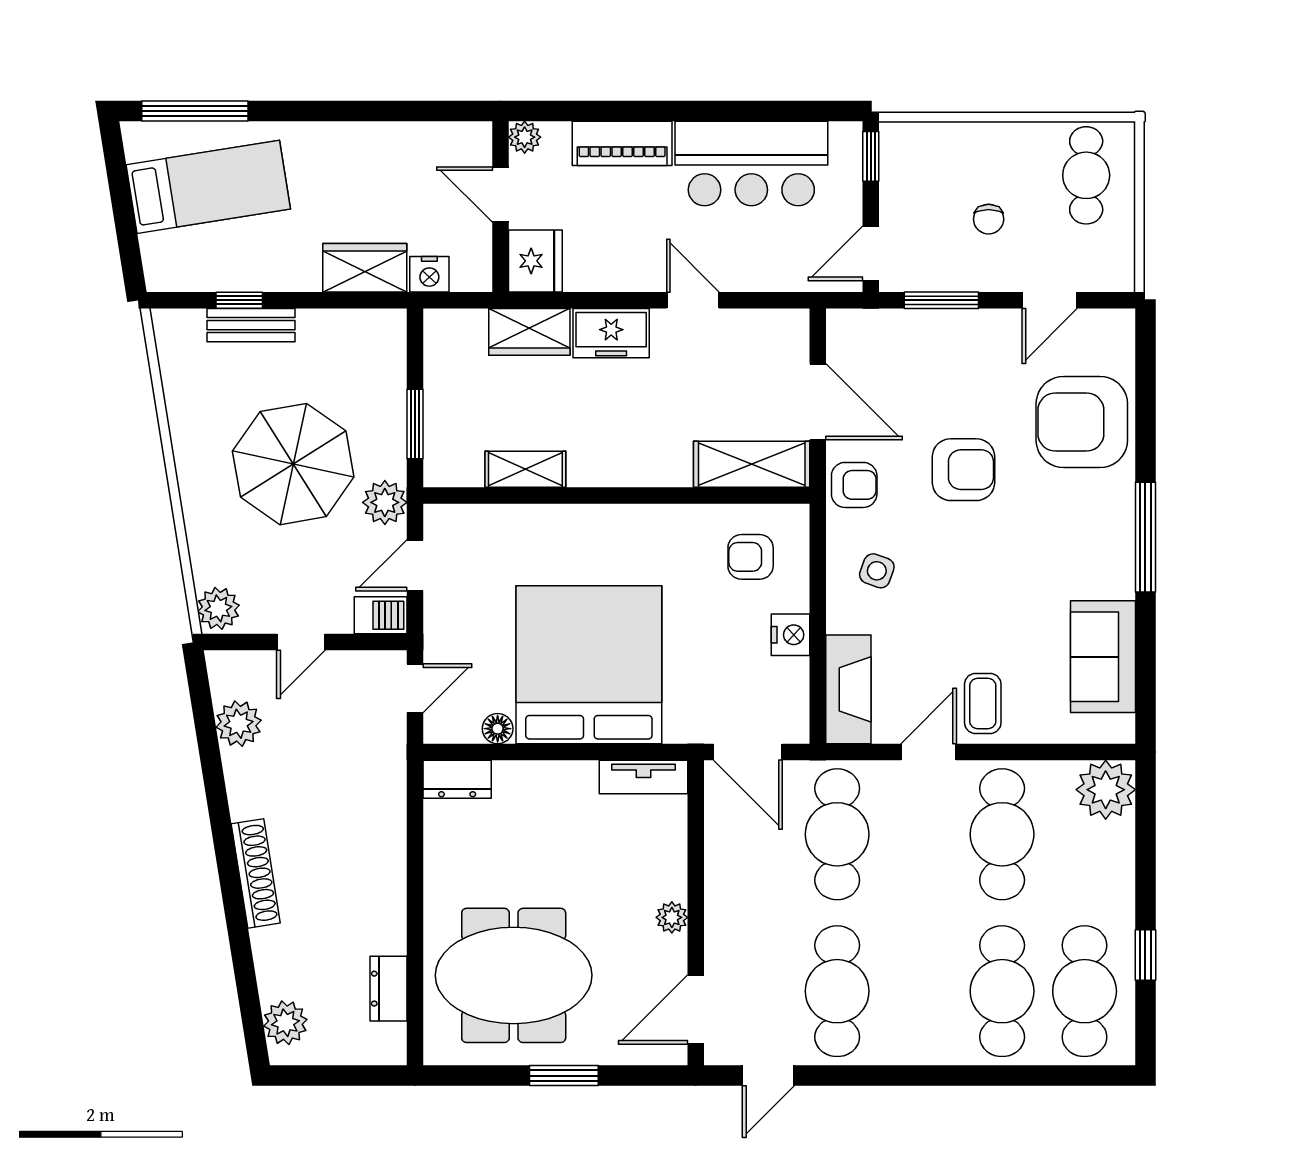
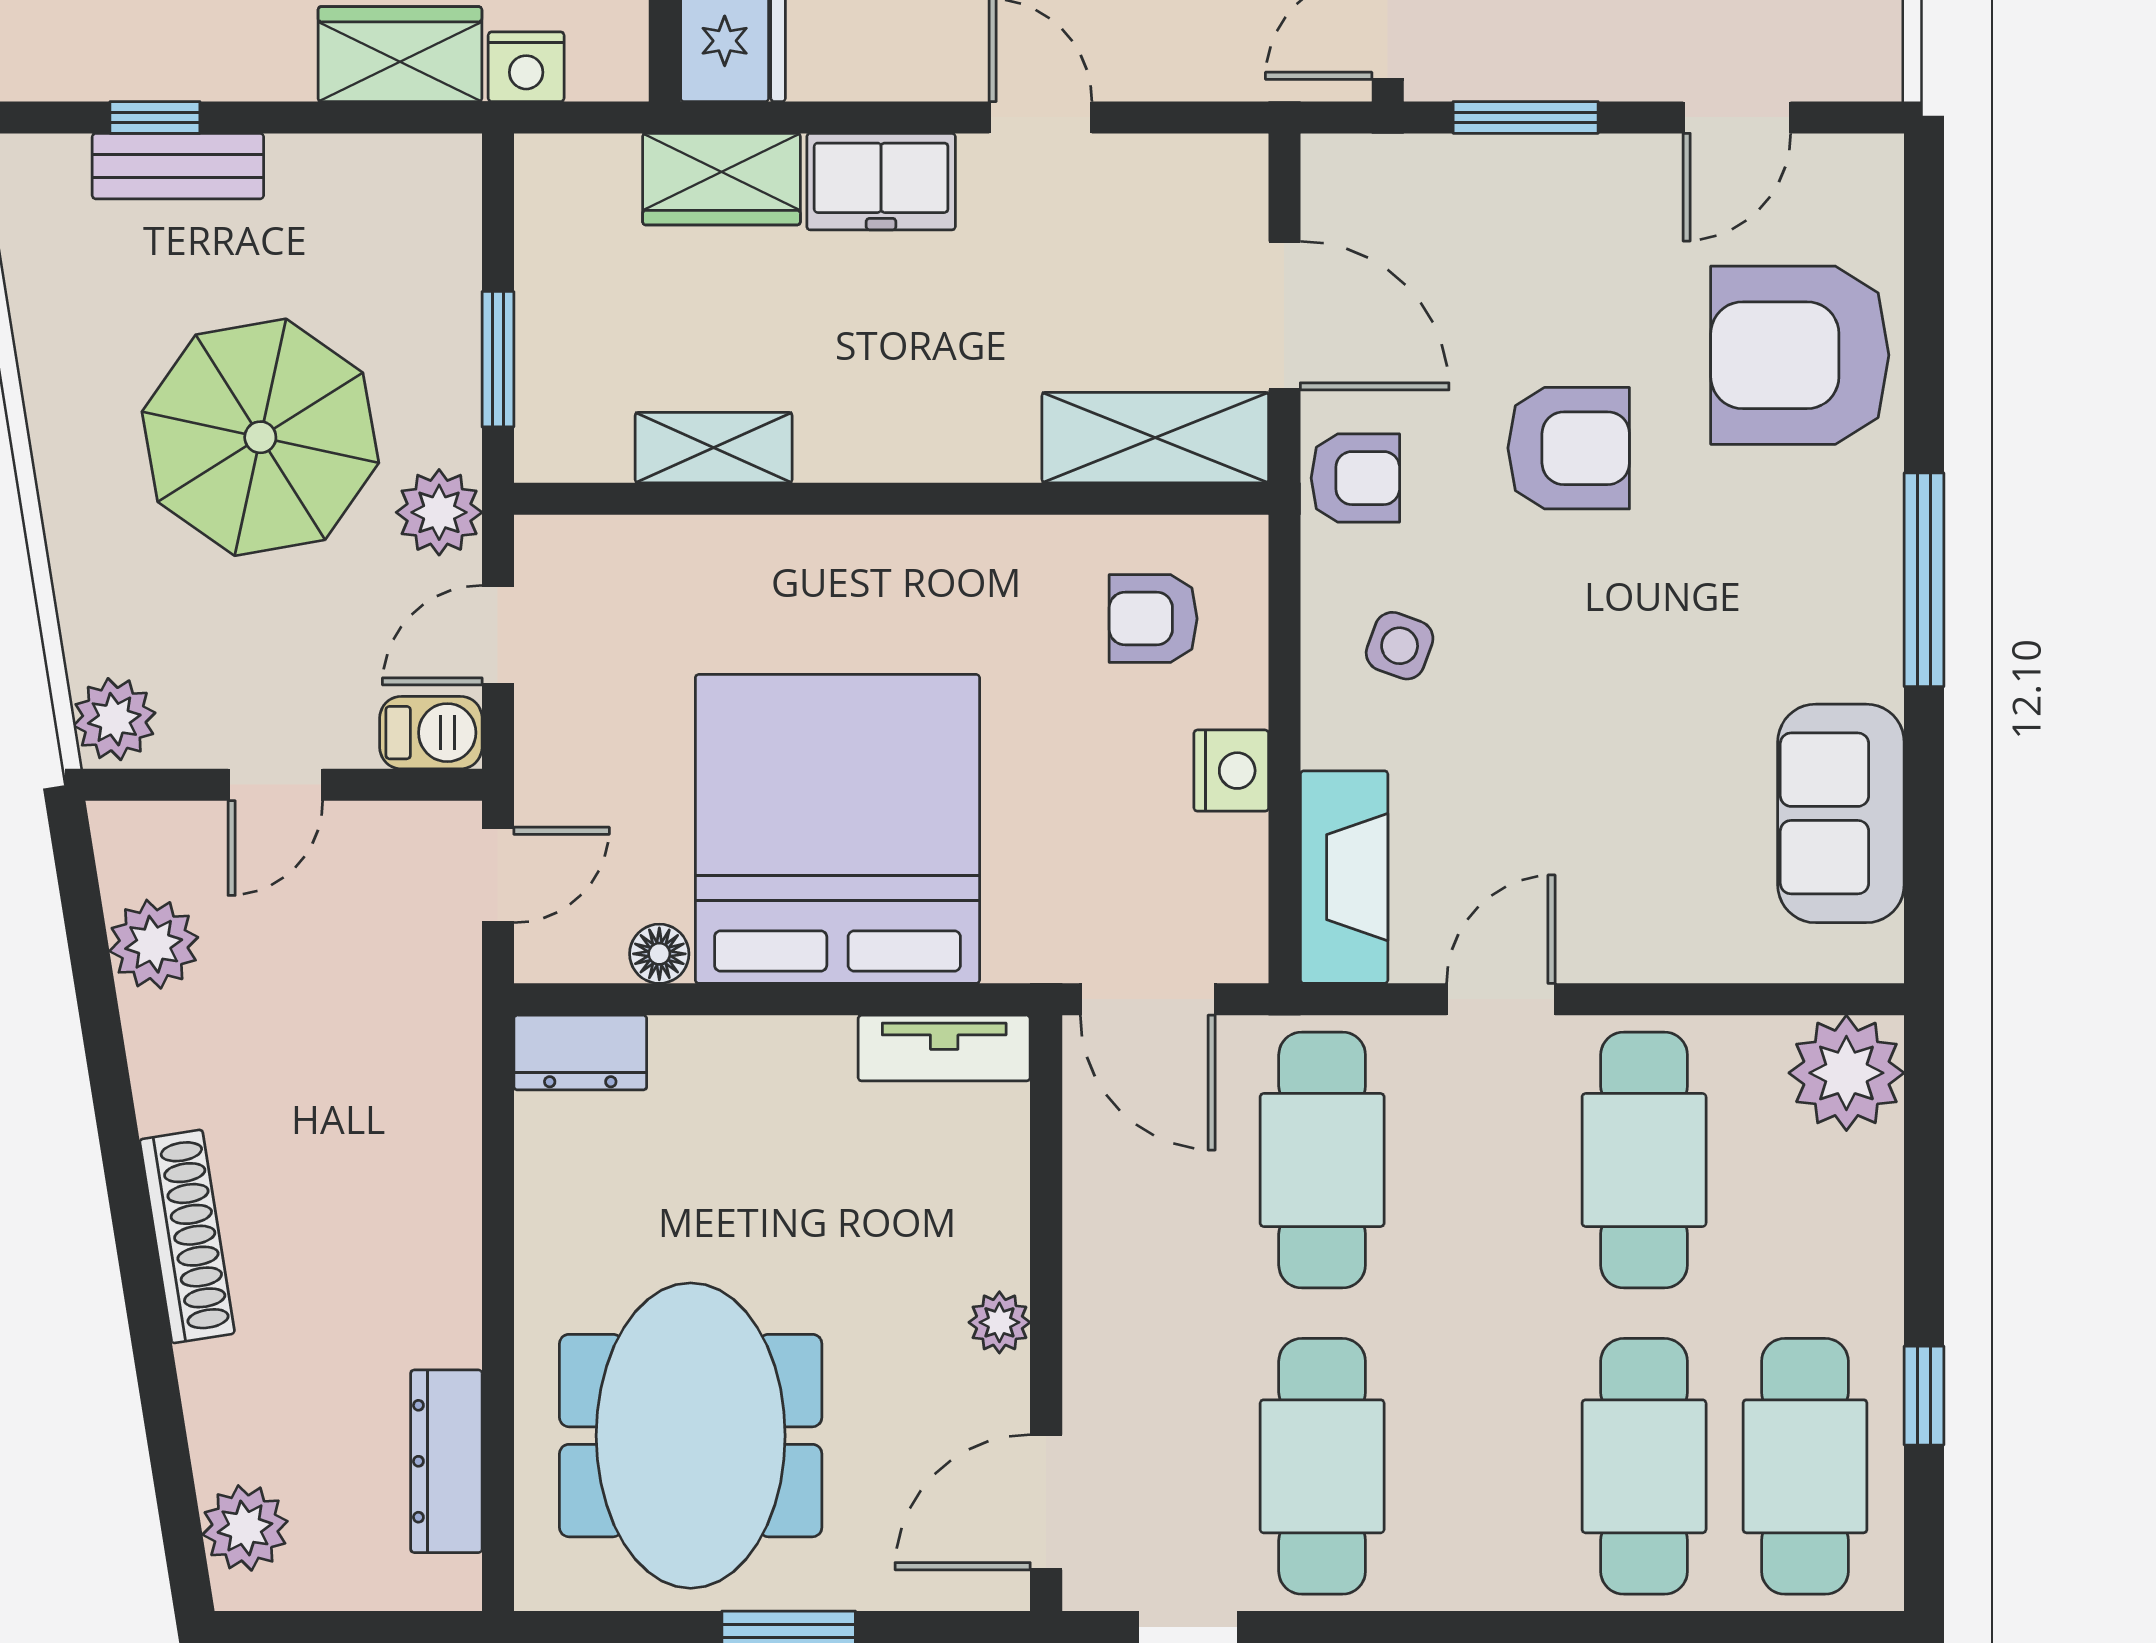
coffee table: (983, 703) -> (1606, 905), removed
meeting table: (514, 975) -> (691, 1436), turned 90
dresser: (388, 989) -> (446, 1461), width x1.44

